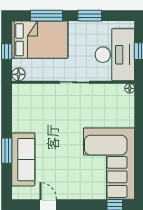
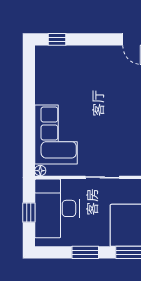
corner sofa: (109, 164) -> (56, 134), moved, width x0.73, depth x0.74

